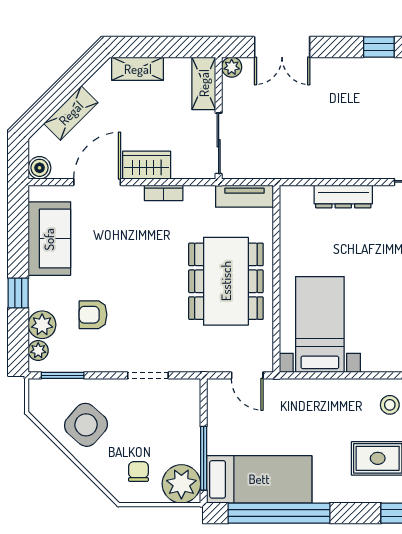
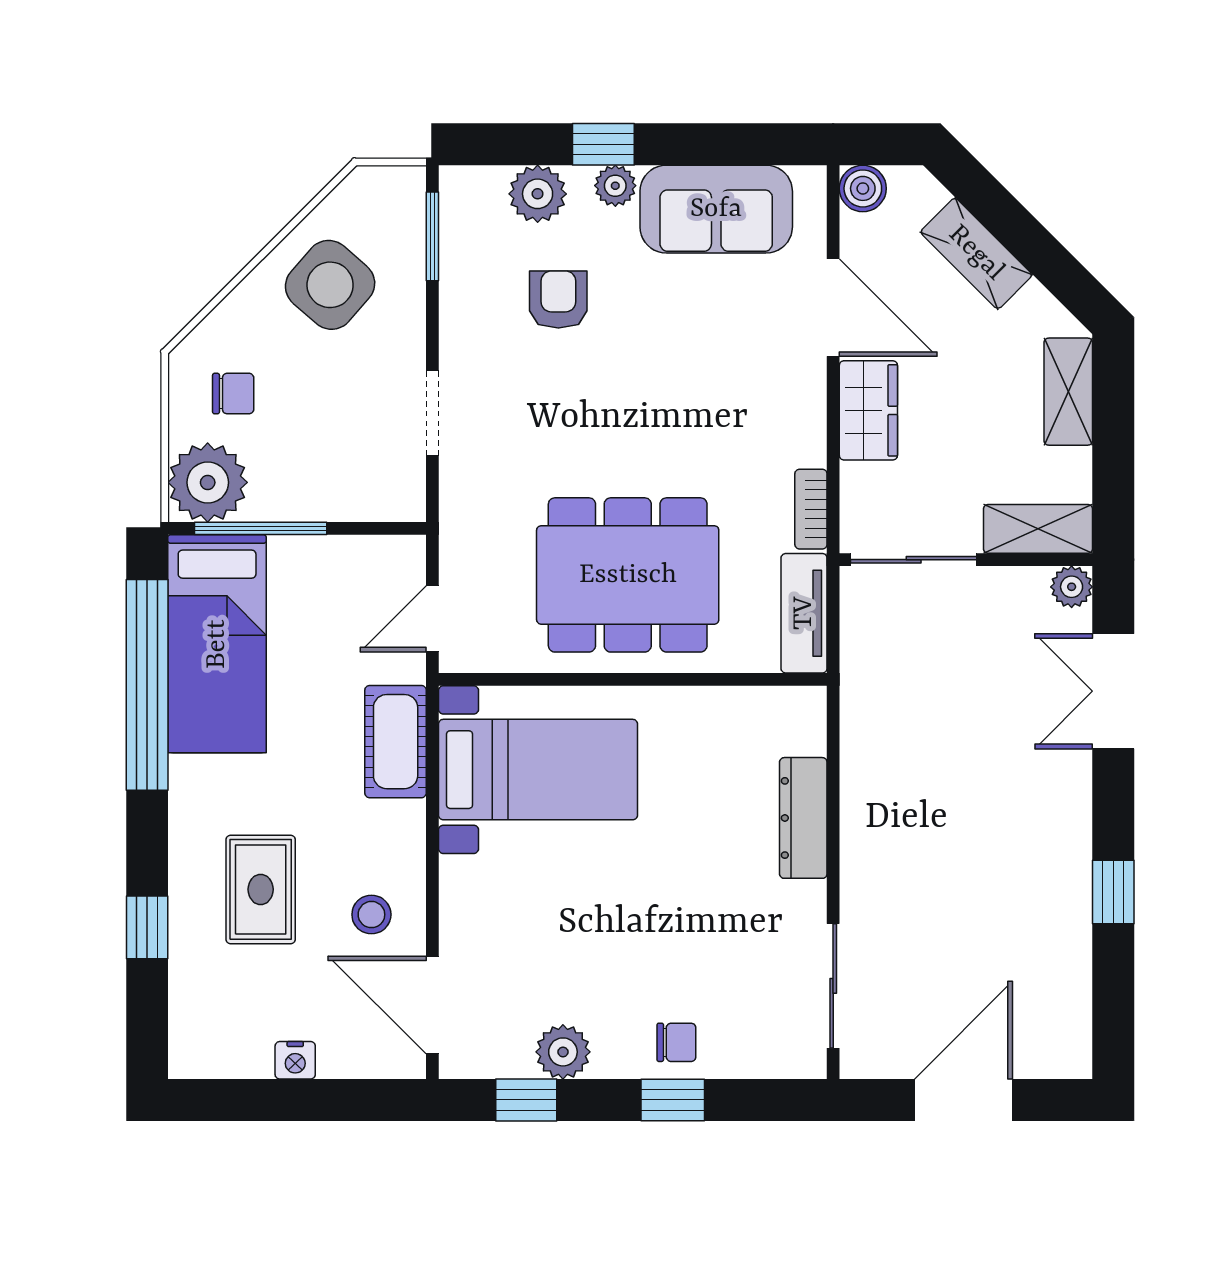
bookcase: (164, 193) -> (811, 509), moved
plant: (38, 351) -> (615, 186), moved
cot: (306, 393) -> (396, 742), added

